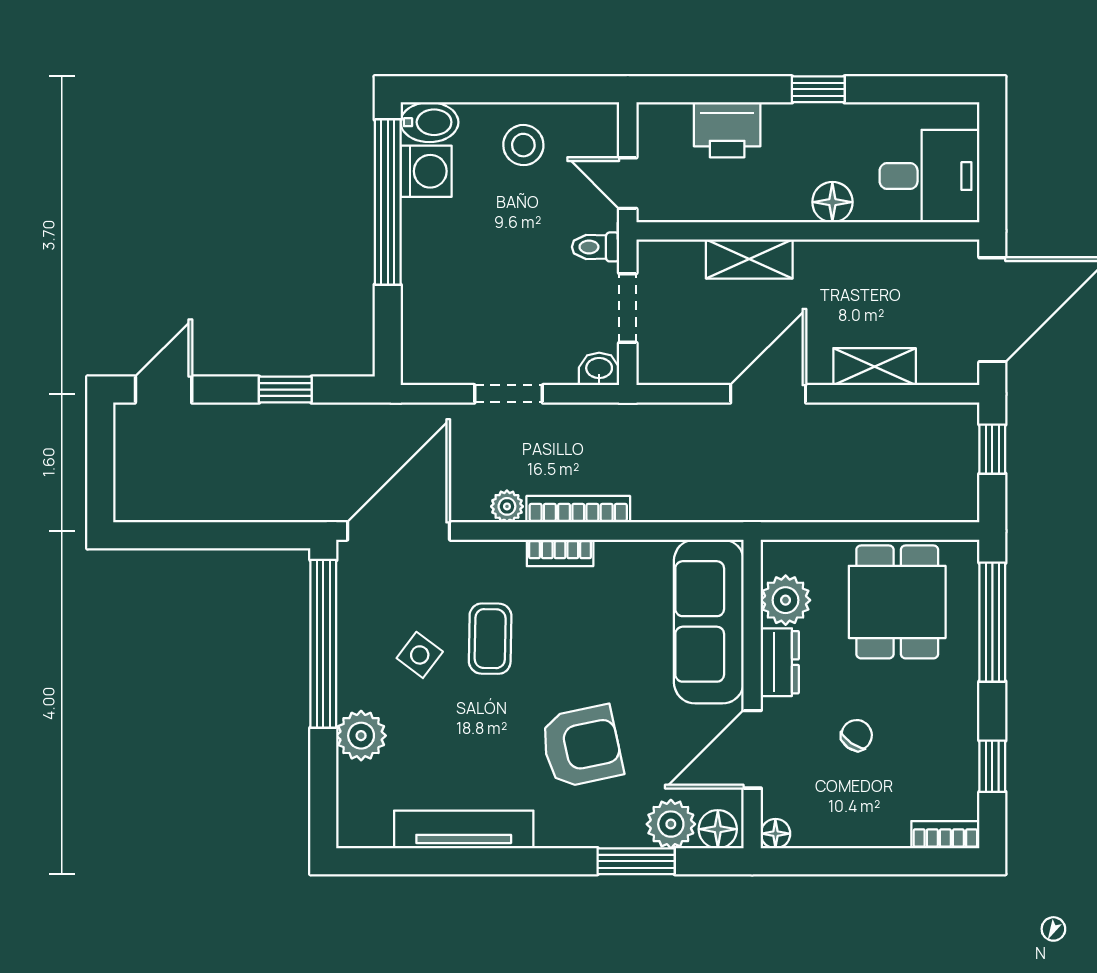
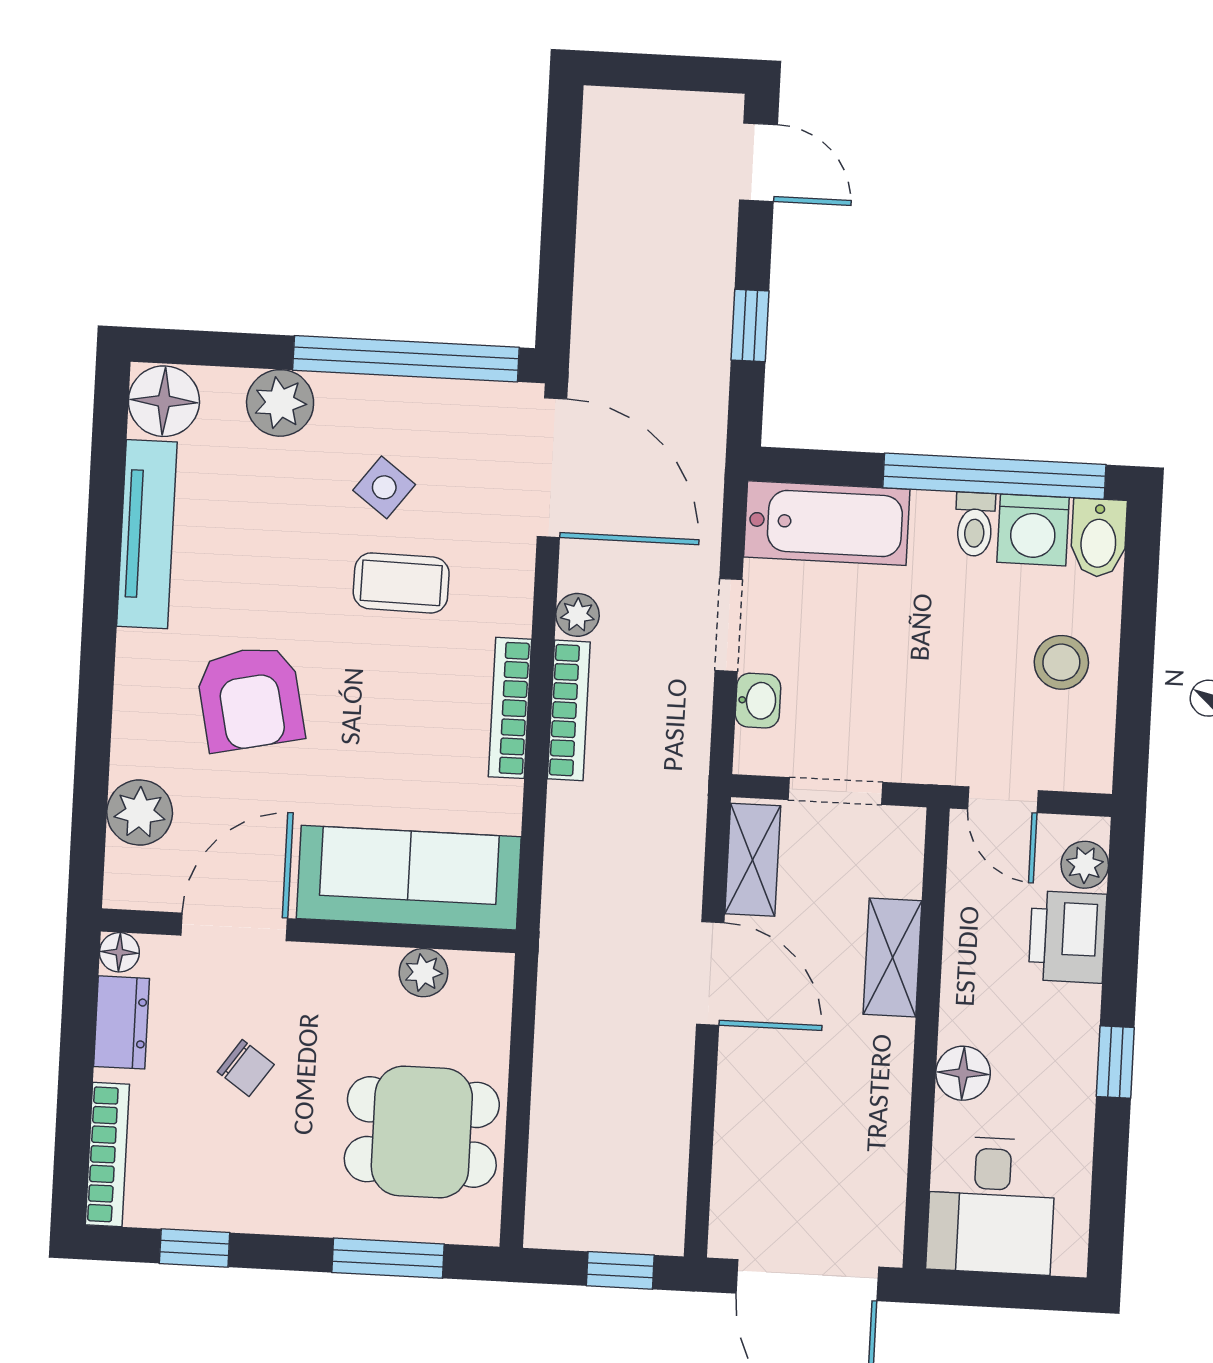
plant: (673, 120) -> (1085, 865), added
door: (628, 183) -> (1003, 800), swing flipped
toilet: (596, 247) -> (975, 524), moved, turned 180
bathtub: (429, 325) -> (827, 523), added
shelving: (875, 367) -> (753, 860), moved
washbasin: (599, 369) -> (758, 701), moved
bookcase: (560, 553) -> (510, 708), width x1.56
plant: (786, 600) -> (423, 973), width x0.73, depth x0.73
window: (992, 622) -> (388, 1258), width x0.69
dresser: (780, 662) -> (122, 1022), moved, turned -90
door: (752, 749) -> (234, 927), hinge flipped
floor lamp: (718, 829) -> (164, 401), moved, width x1.38, depth x1.38
bookcase: (945, 835) -> (107, 1155), width x1.56
window: (636, 861) -> (92, 763), removed

